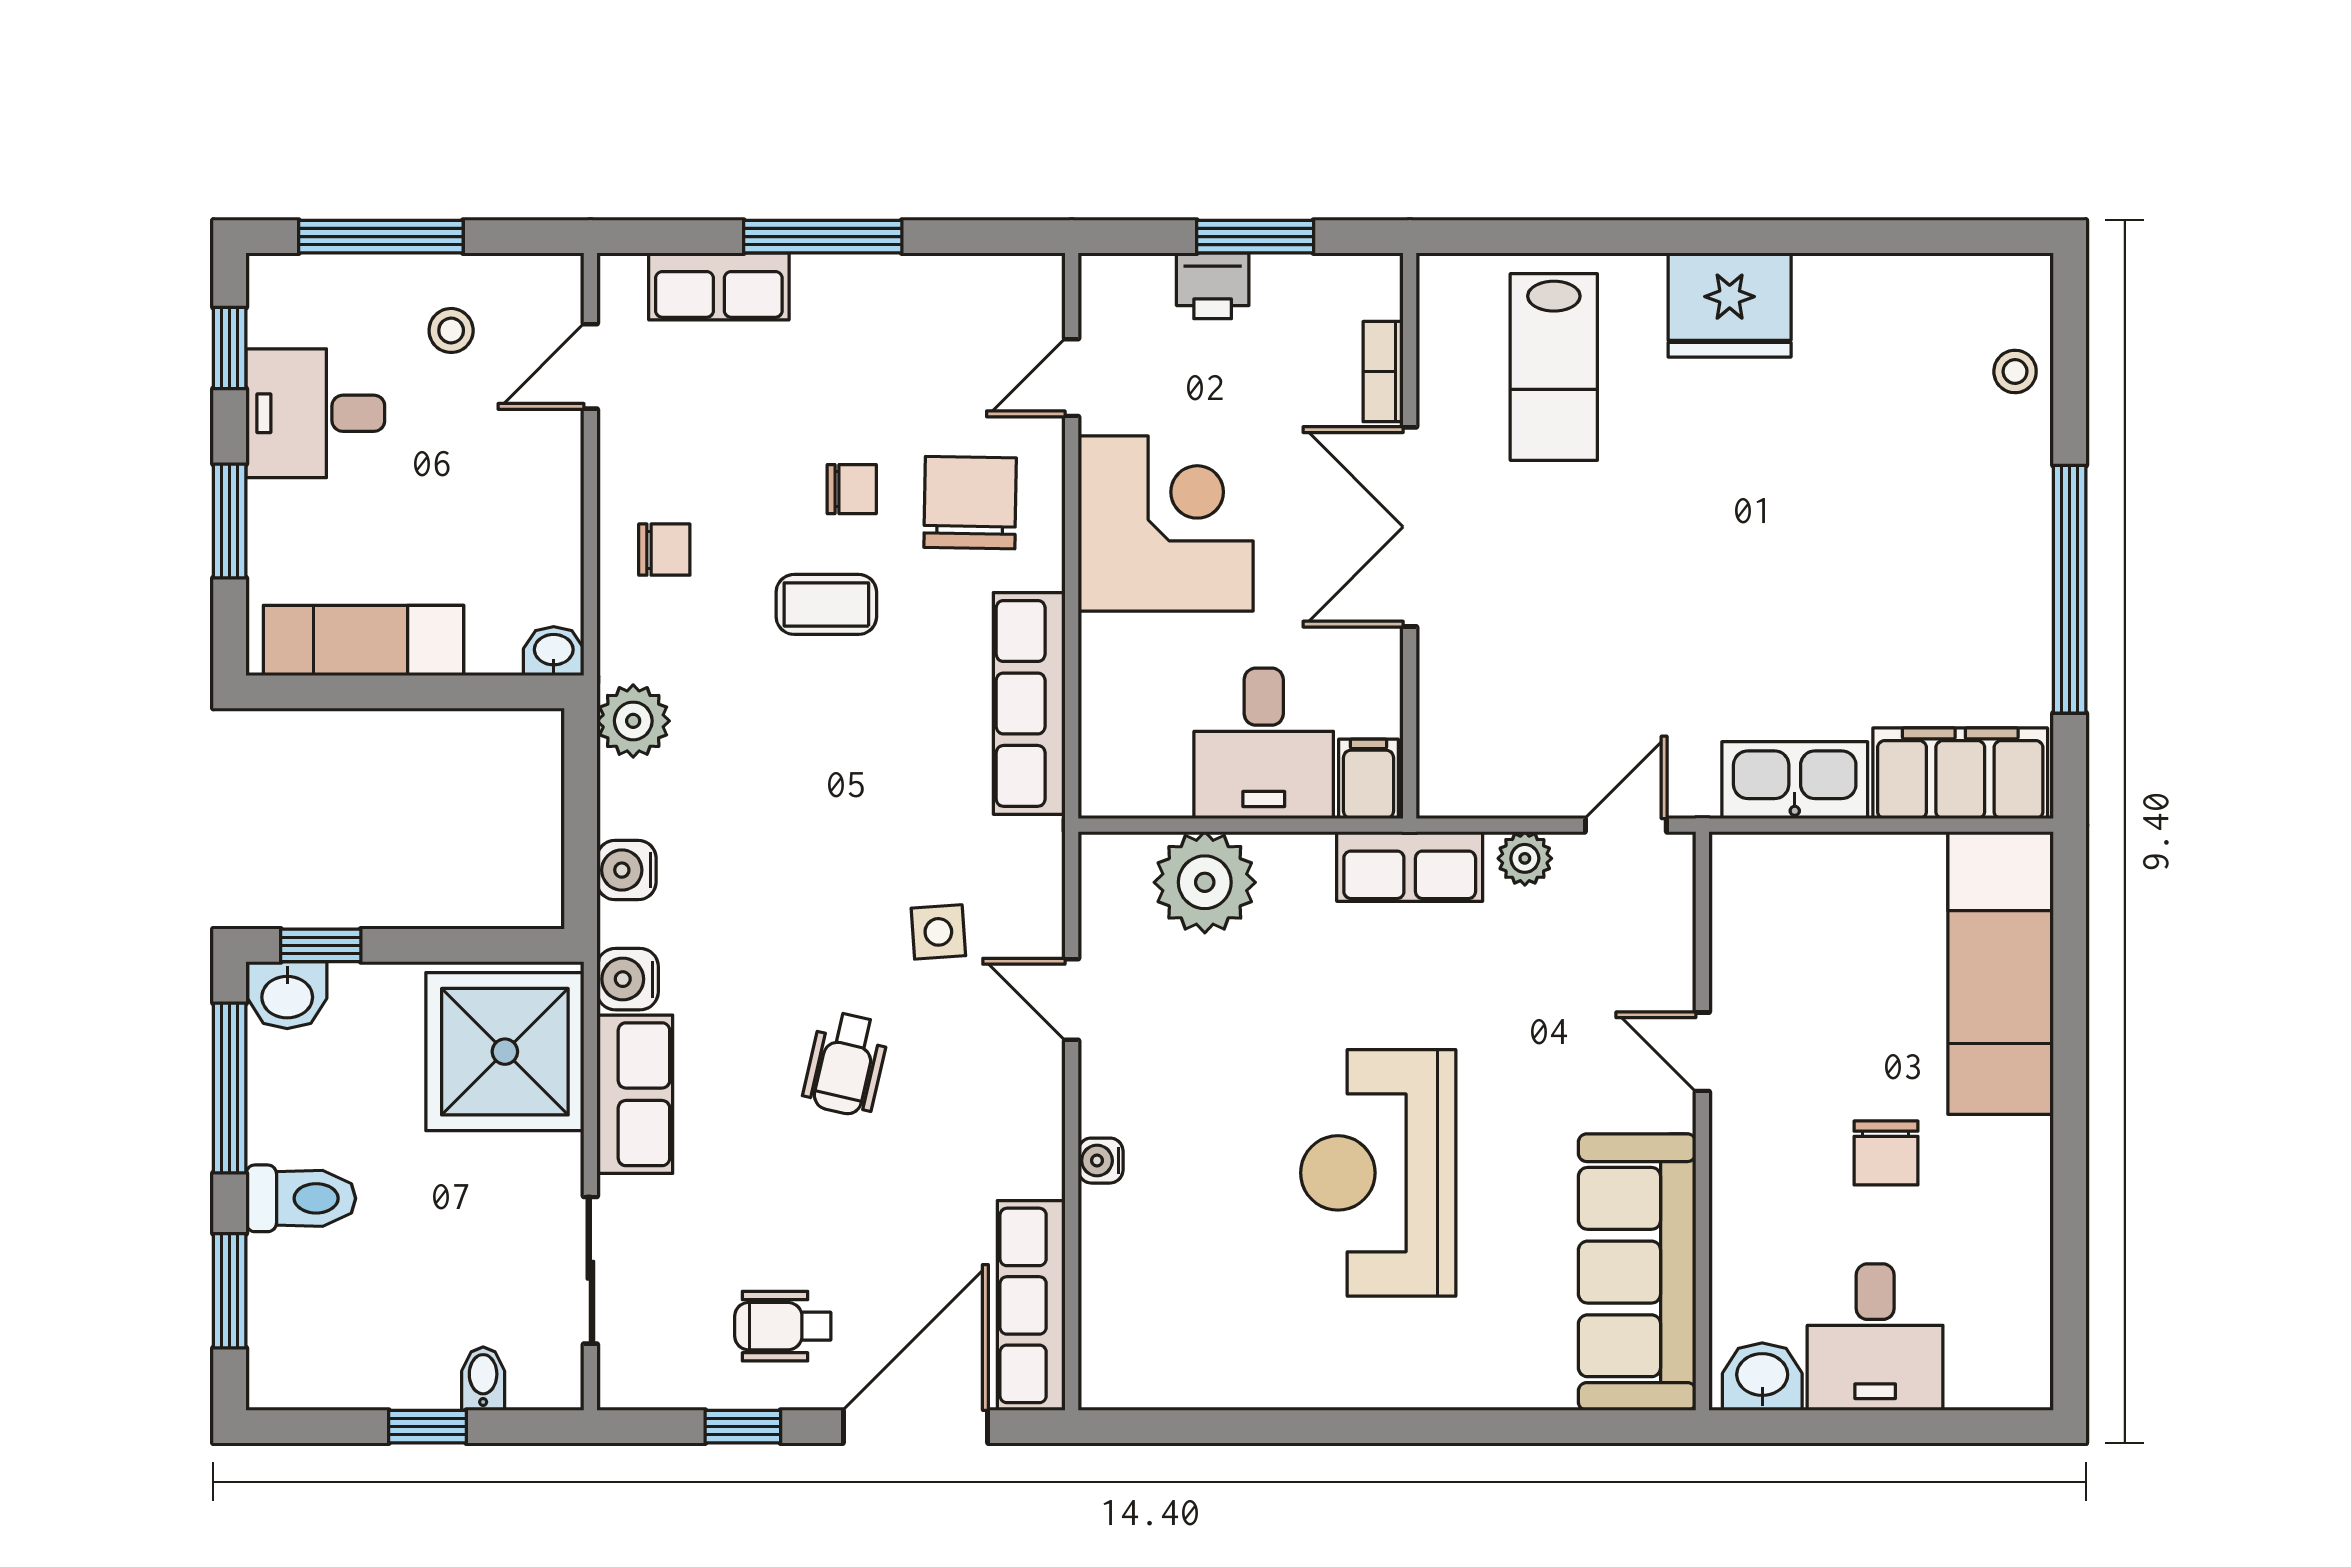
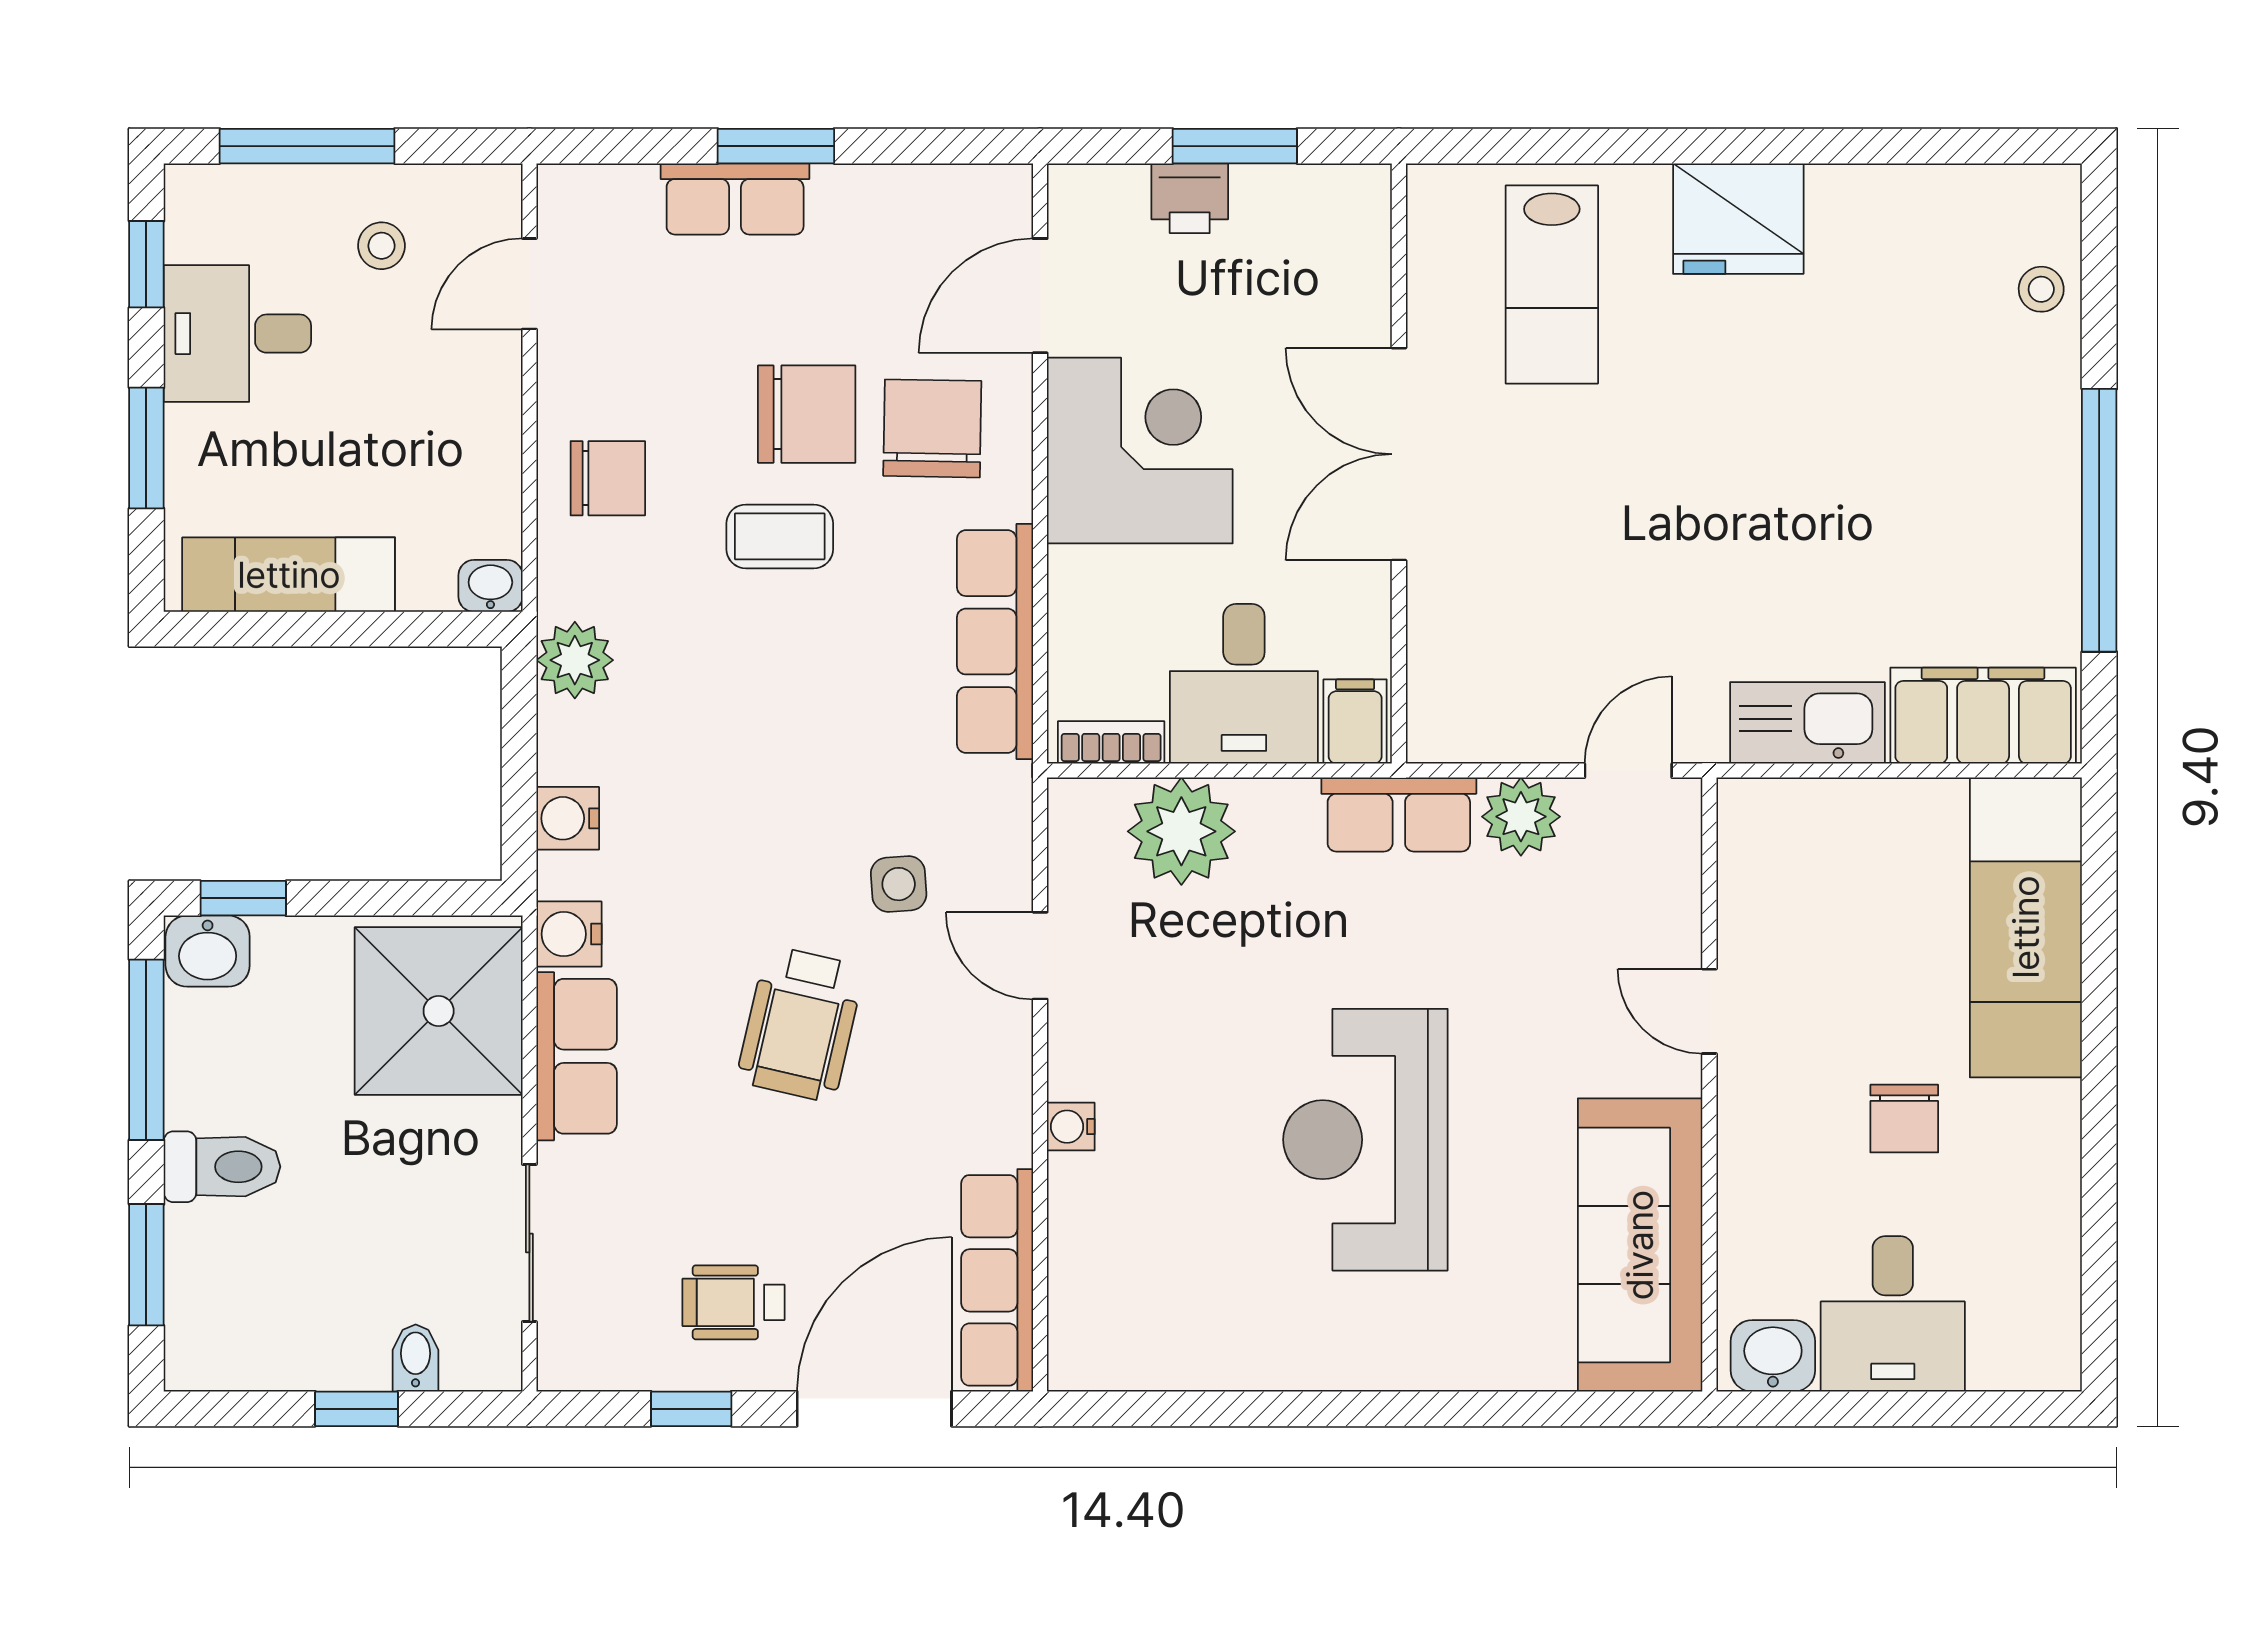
window: (823, 237) -> (776, 146), width x0.69
row of seats: (719, 286) -> (735, 199), moved
bookcase: (1383, 372) -> (1111, 742), moved, turned 90
door: (1072, 378) -> (1040, 296), width x1.38
chair: (852, 489) -> (807, 414), width x1.87, depth x1.87
chair: (664, 550) -> (608, 478), width x1.37, depth x1.37
plant: (1525, 858) -> (1521, 817), width x1.38, depth x1.38
wheelchair: (846, 1064) -> (800, 1024), width x1.36, depth x1.37

